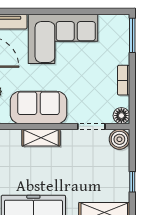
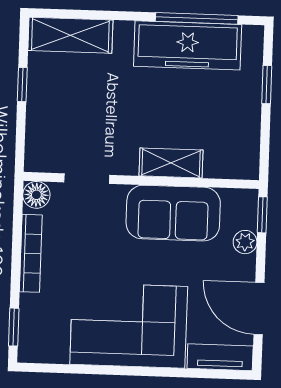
window: (132, 35) -> (14, 327), width x0.67
bookcase: (124, 80) -> (31, 253), width x1.56
boiler: (119, 139) -> (41, 156), removed

